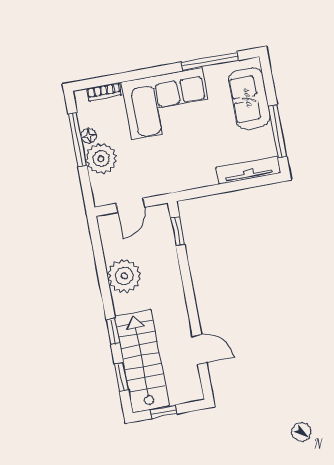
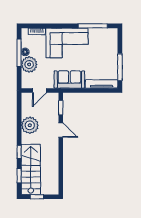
sofa: (250, 98) -> (69, 80), moved, turned 90
door: (200, 349) -> (61, 130), moved

